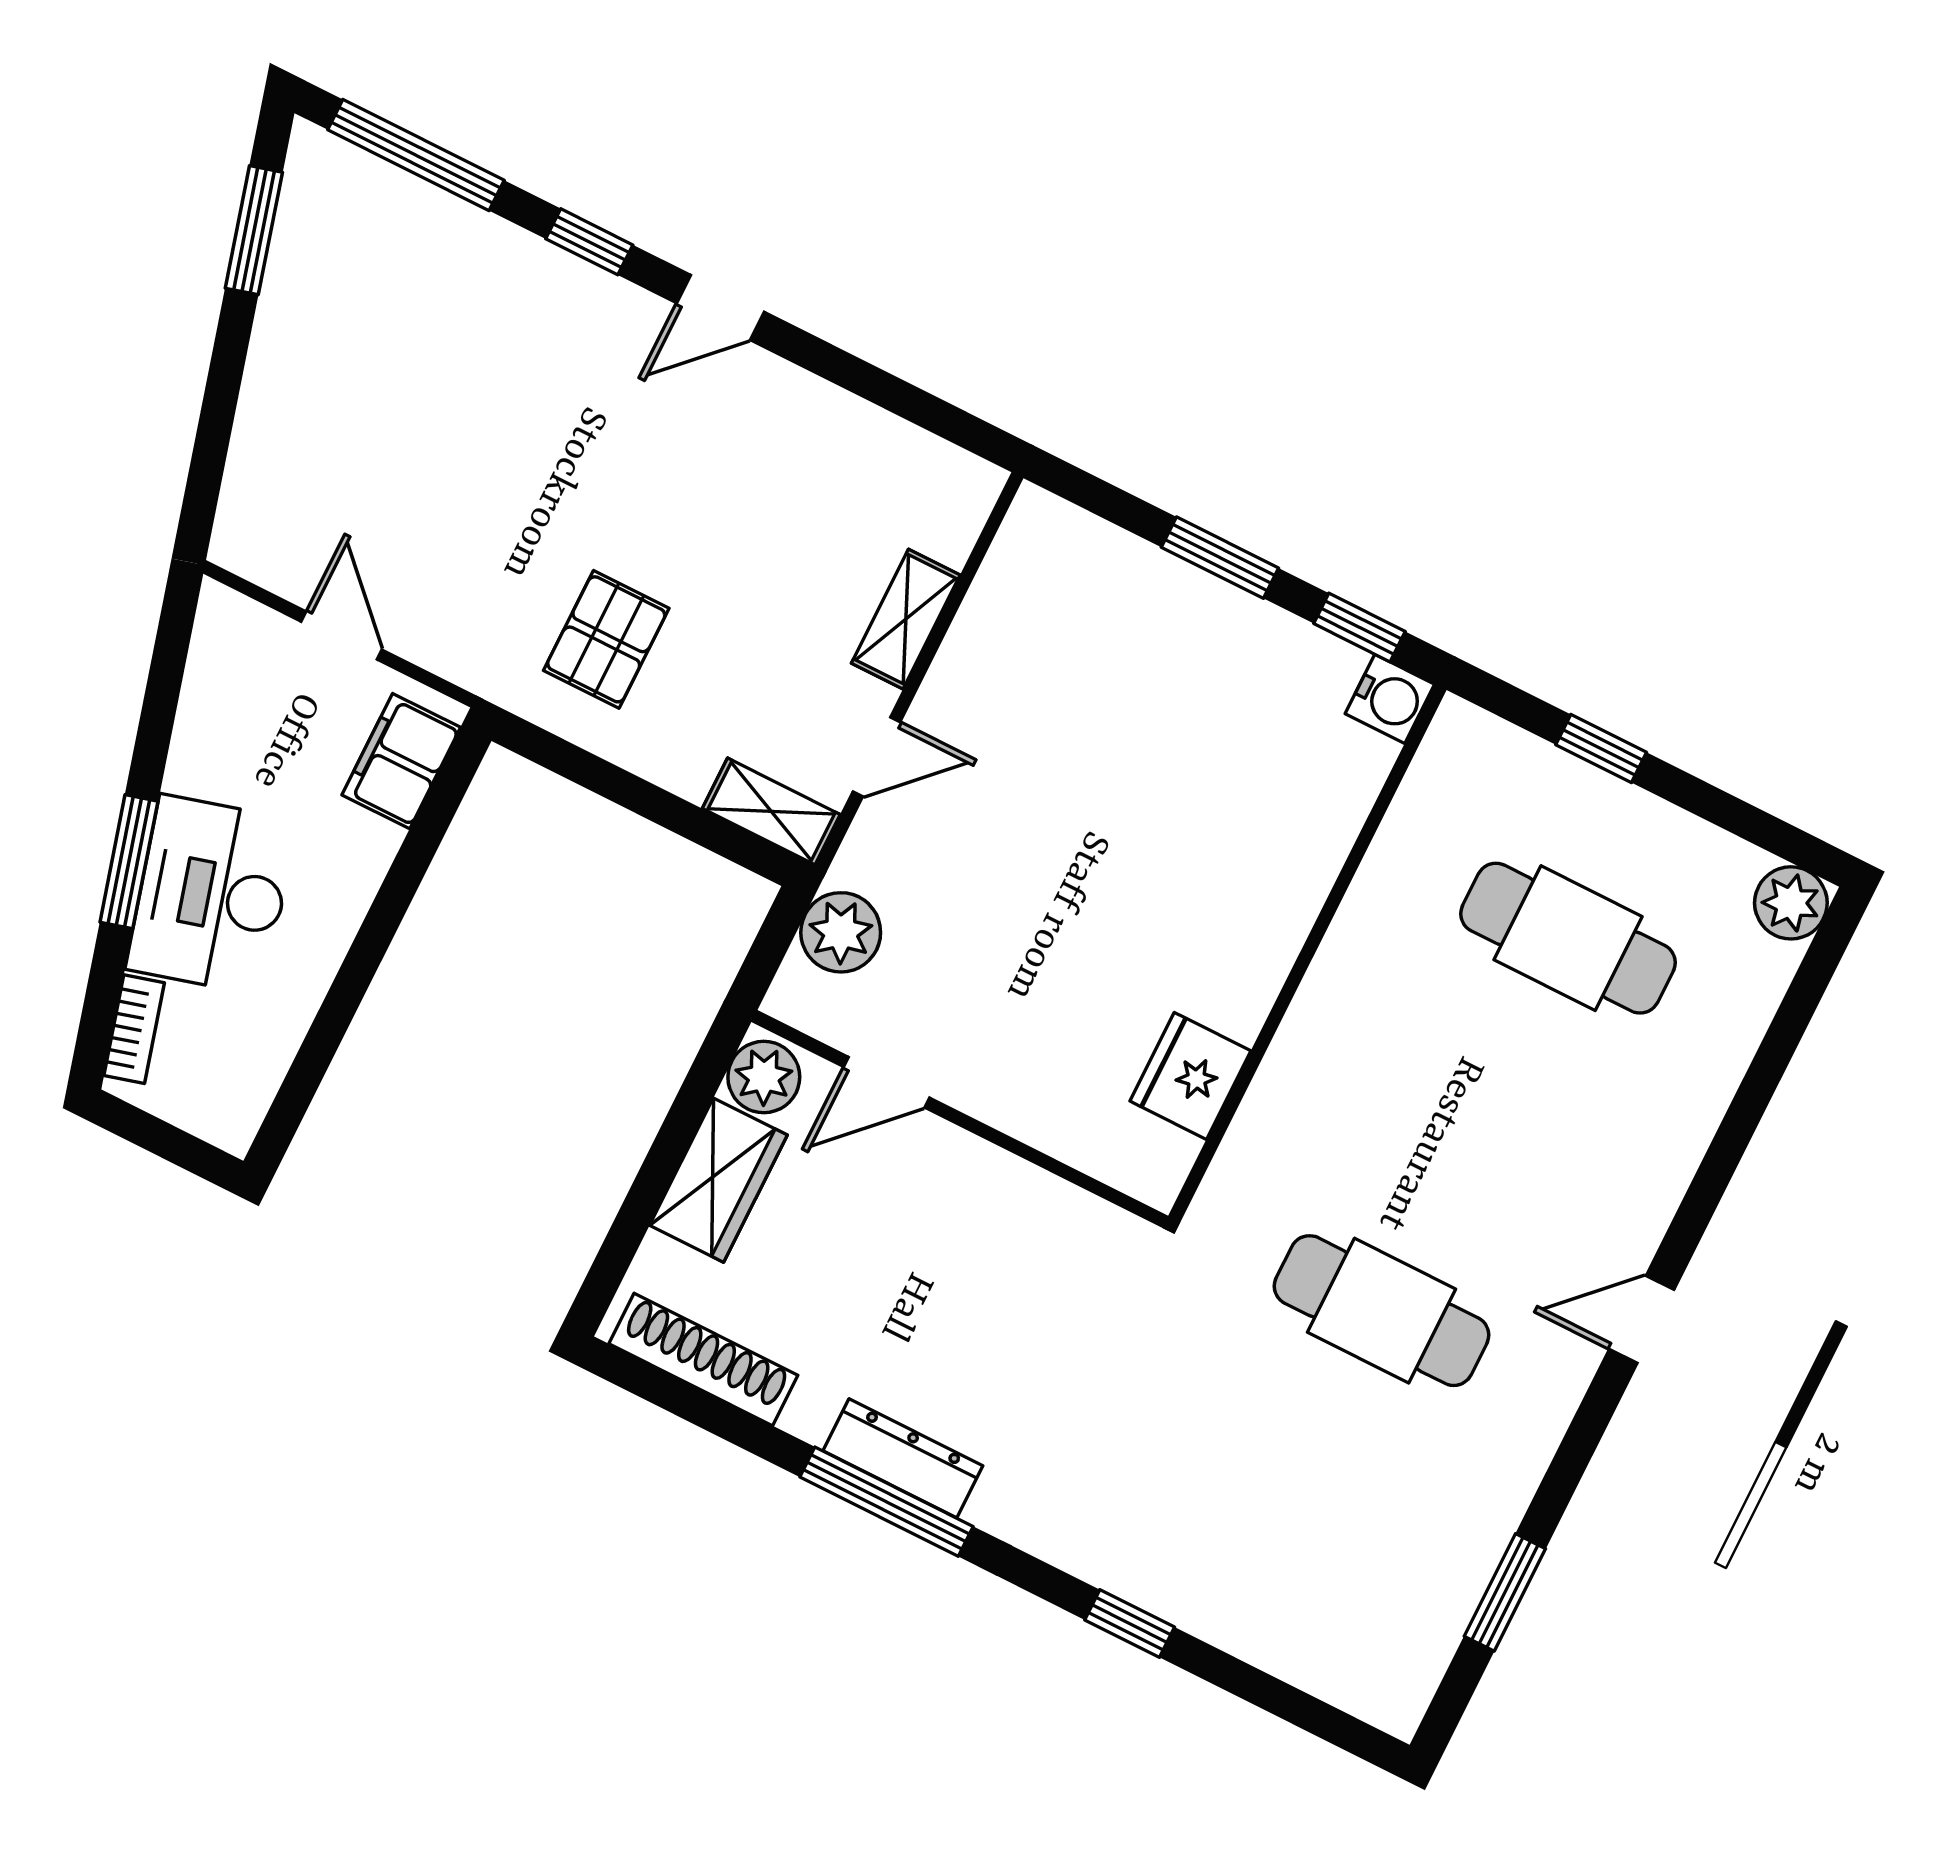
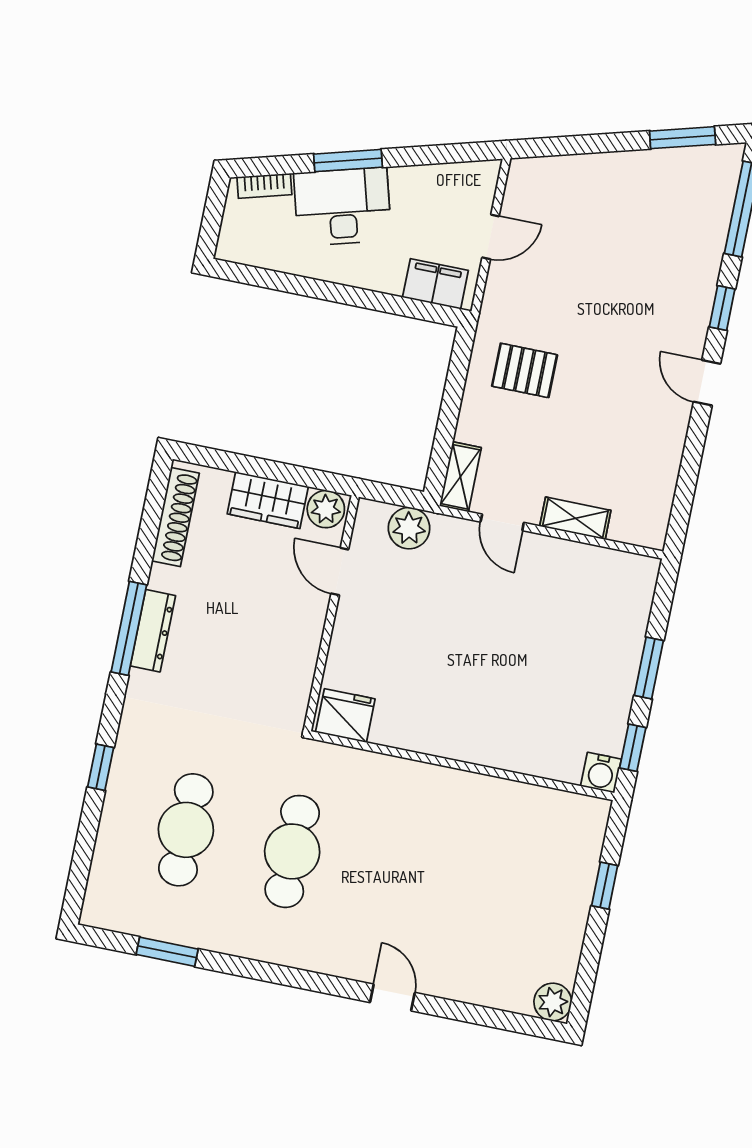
cafe table: (1568, 938) -> (186, 830), moved
fridge: (1190, 1076) -> (345, 716), moved
door: (1642, 1319) -> (392, 998), moved

